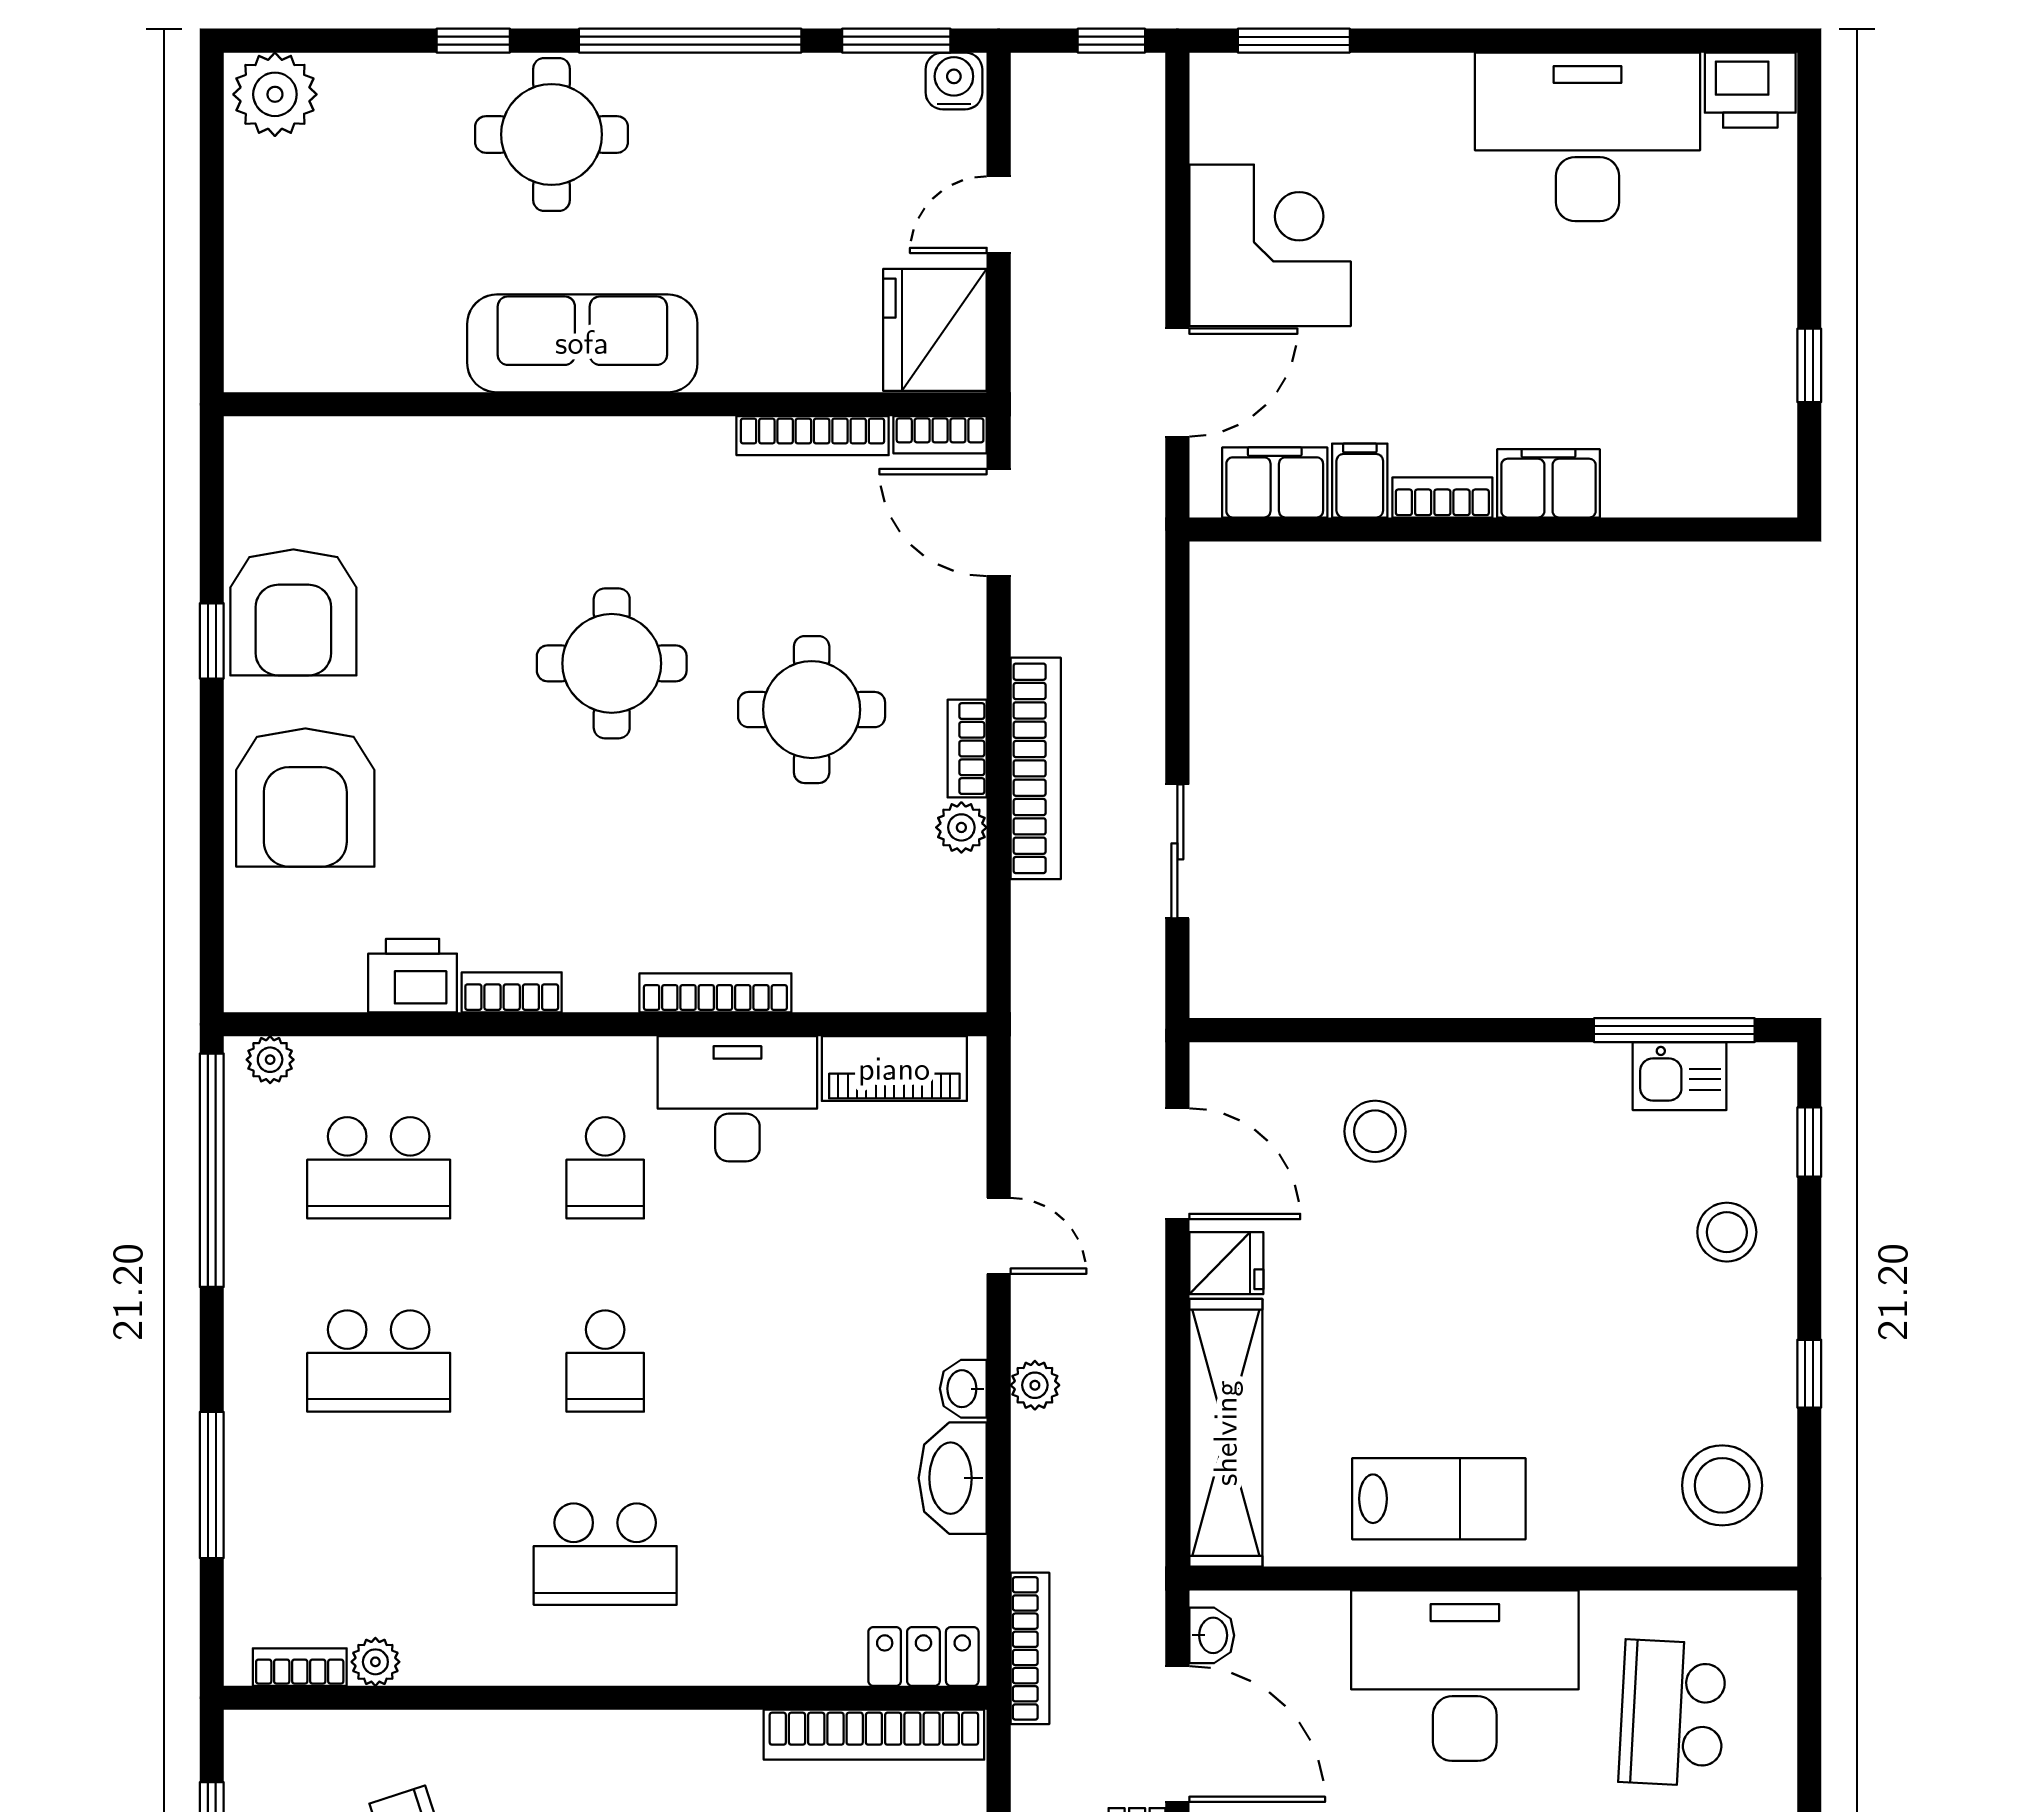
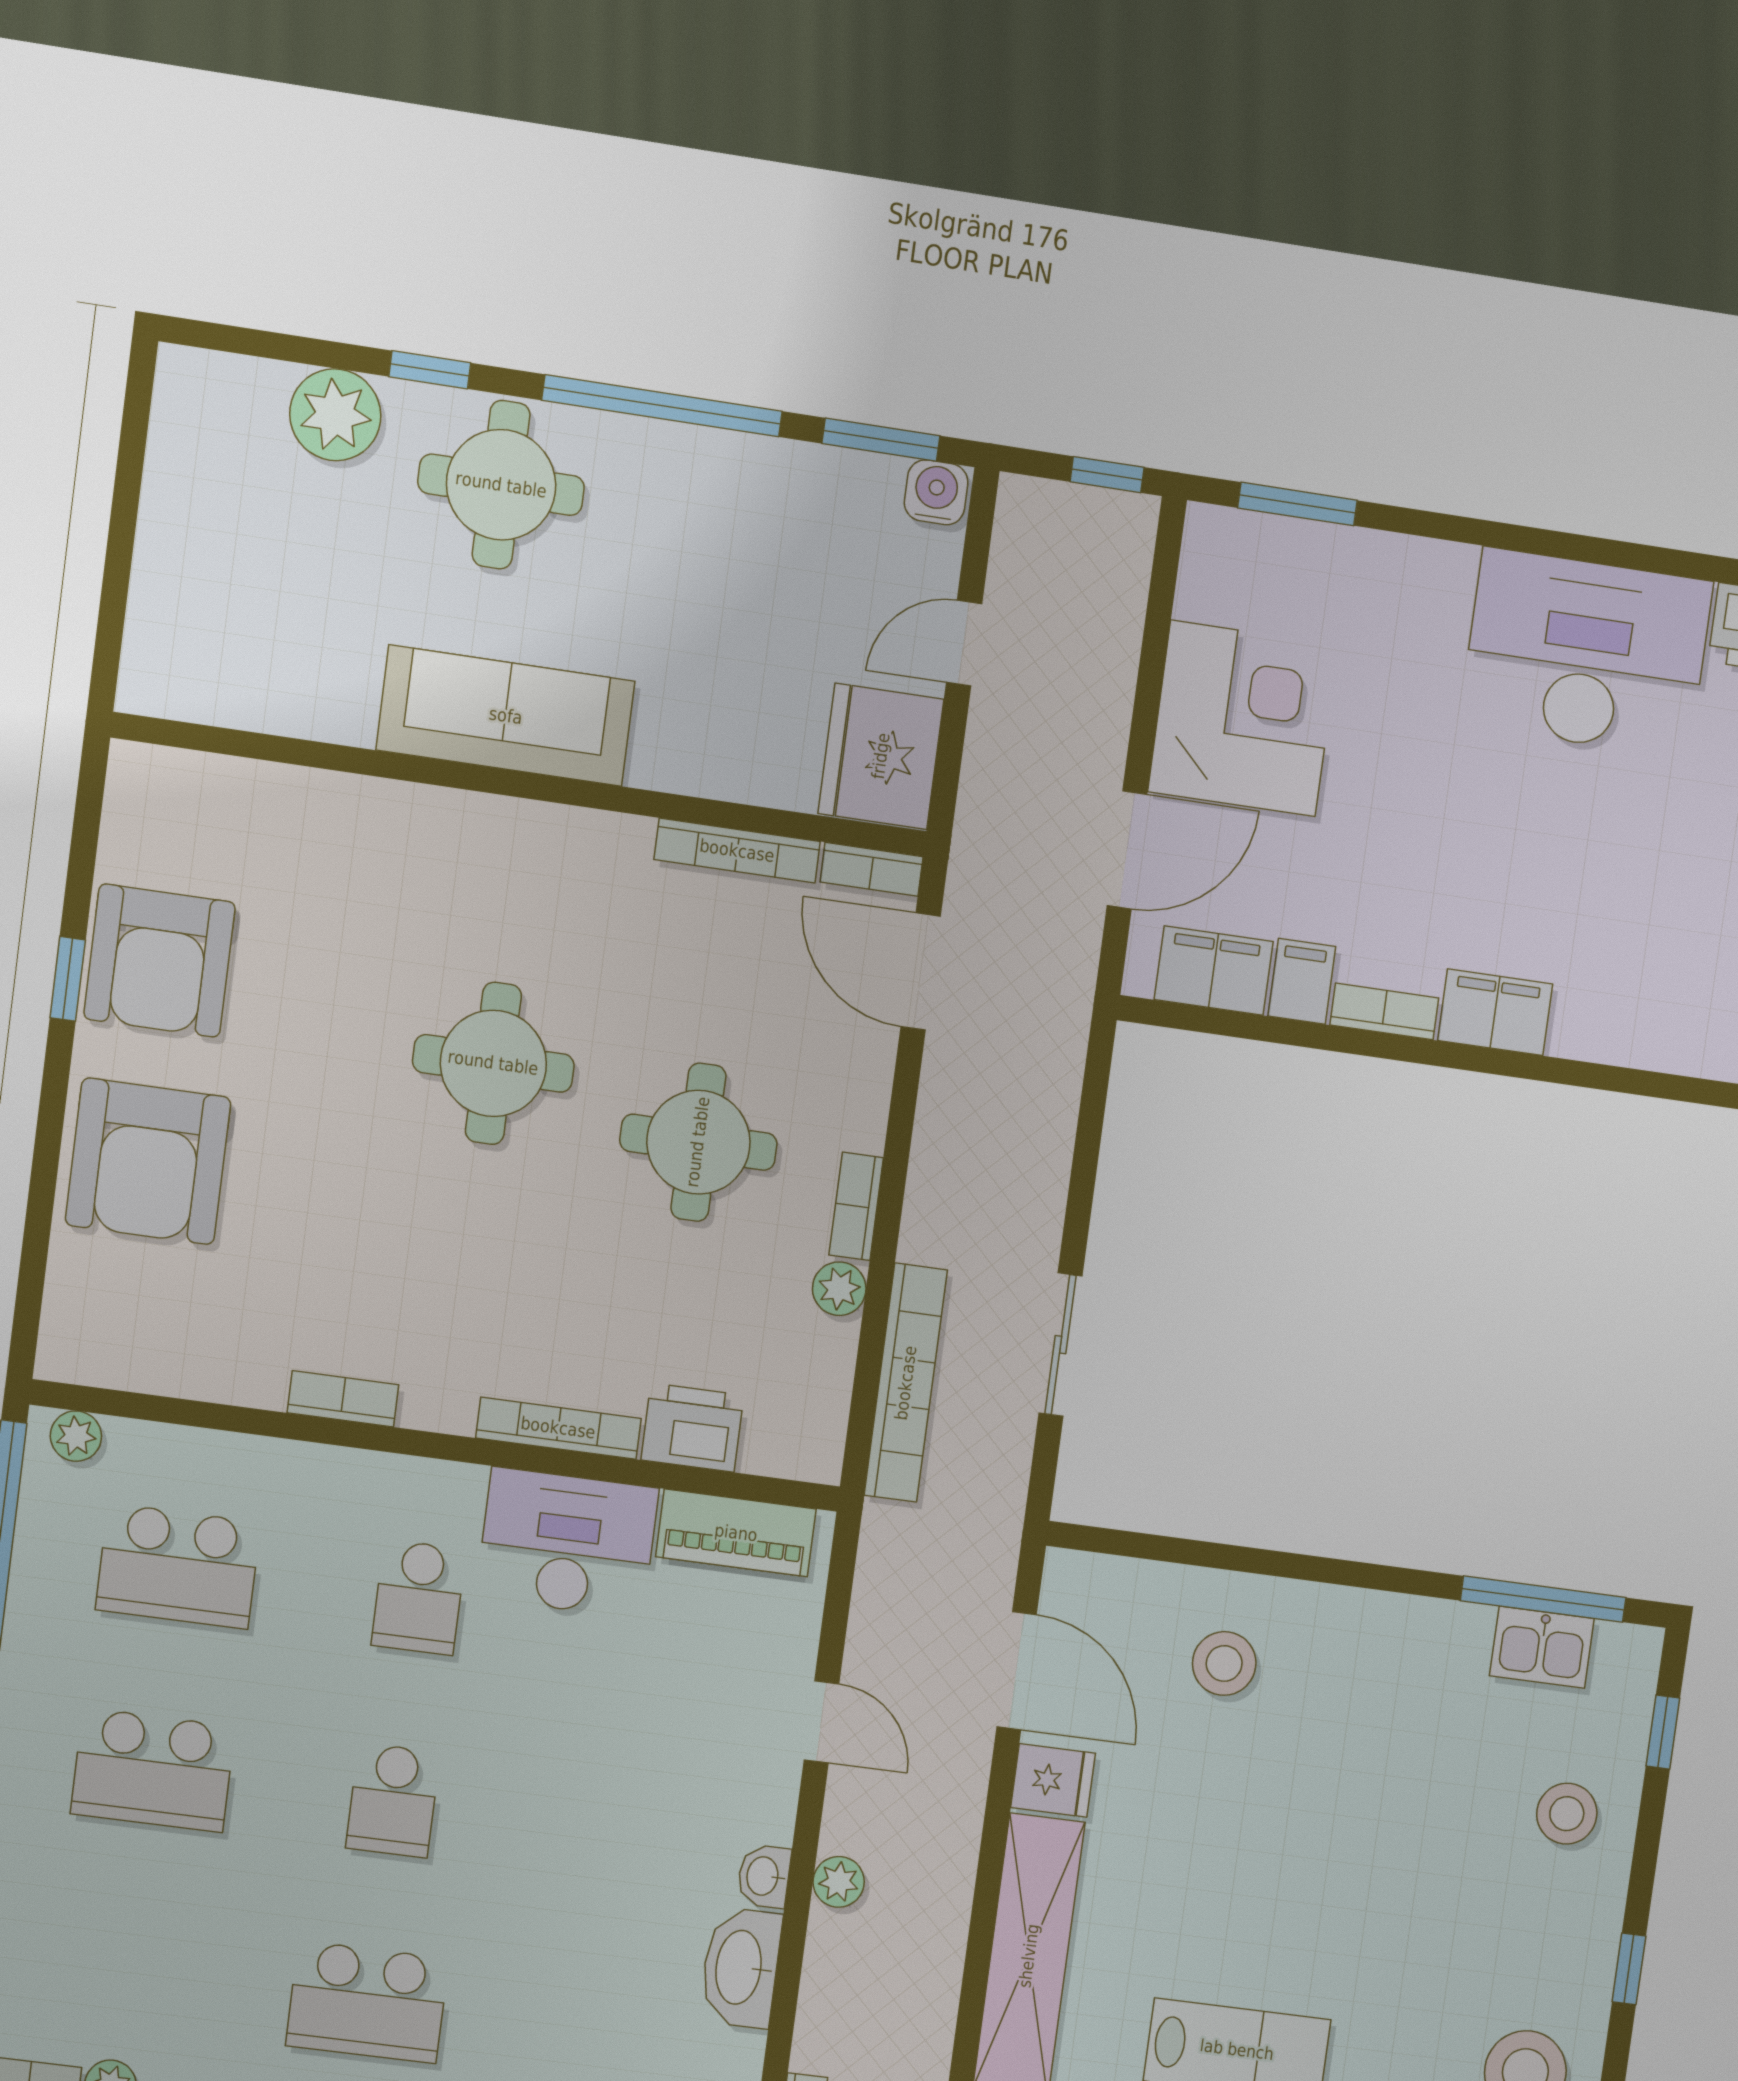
plant: (275, 94) -> (335, 415), moved
bookcase: (1036, 768) -> (906, 1383), moved
printer: (413, 976) -> (692, 1428), moved

